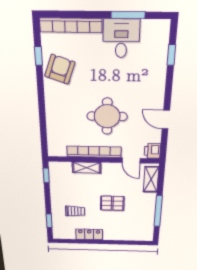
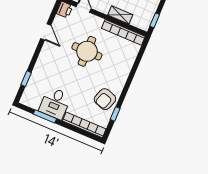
bookcase: (94, 152) -> (123, 32), moved

